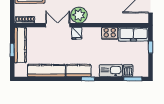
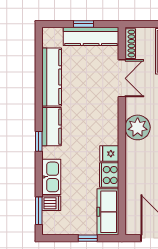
double door: (58, 25) -> (122, 78), moved
fridge: (77, 33) -> (109, 154), moved

